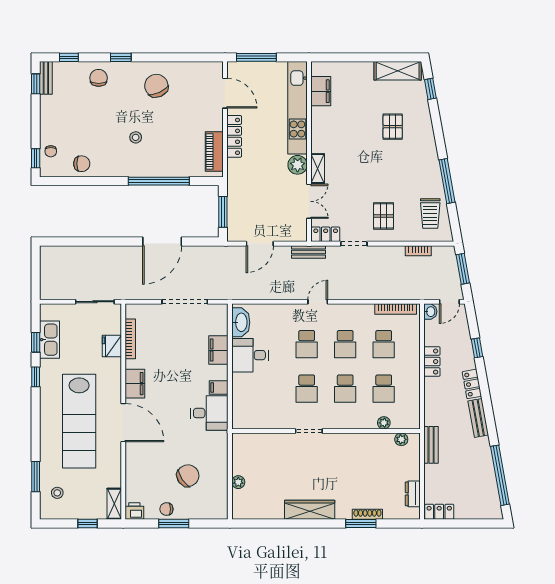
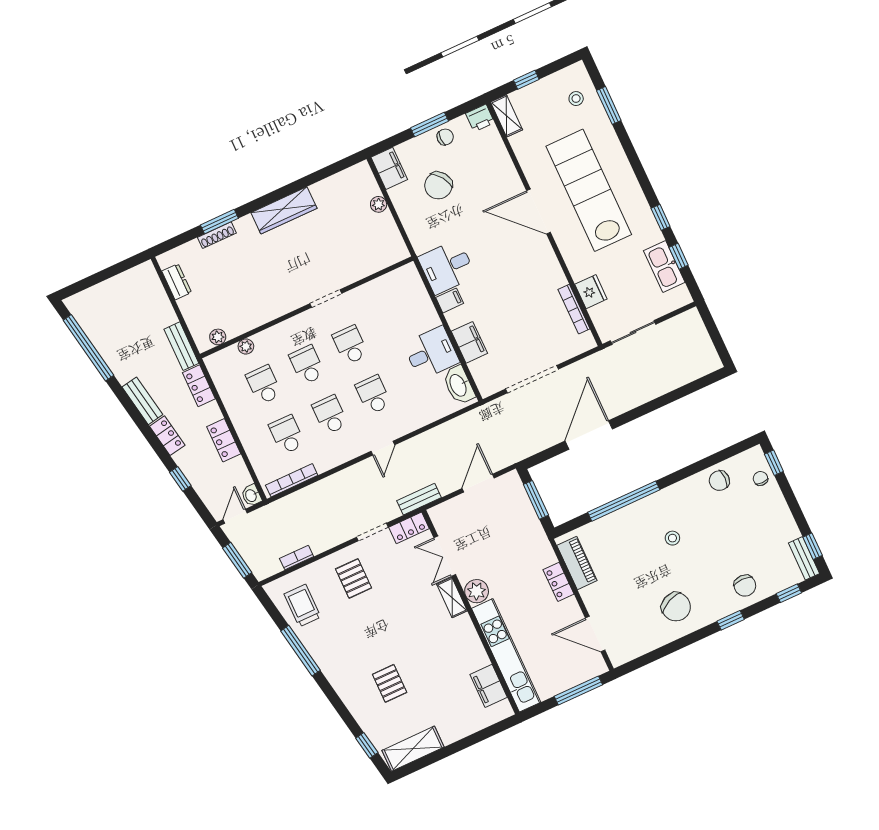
locker: (234, 136) -> (559, 582), width x0.66
filing cabinet: (135, 384) -> (389, 168), moved, turned 180
locker: (439, 512) -> (199, 386), moved, turned 90

